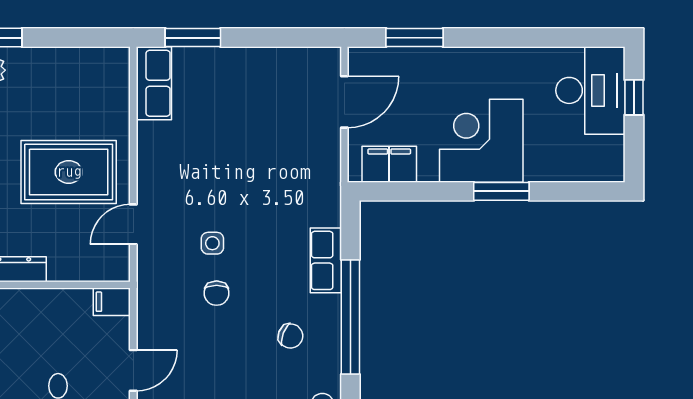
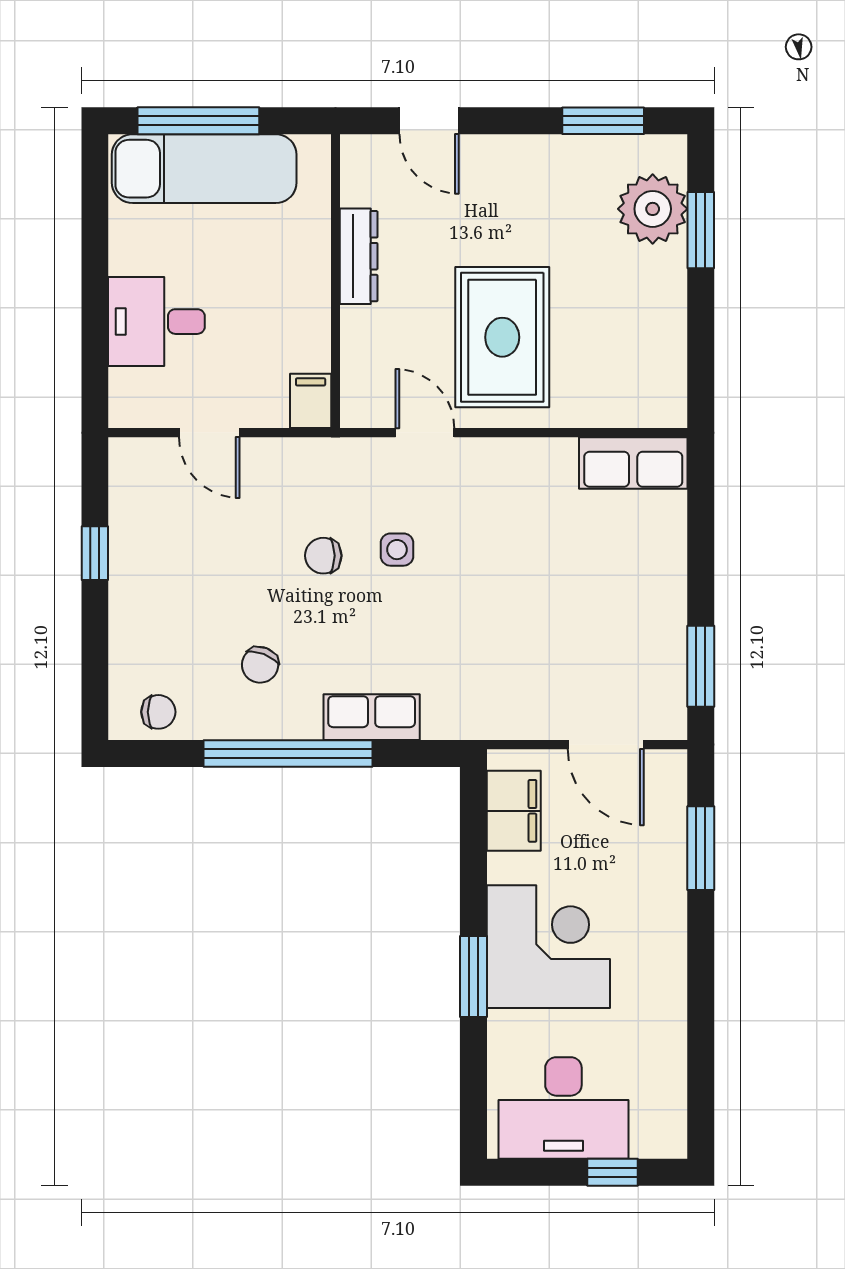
window: (193, 38) -> (701, 666), moved
desk: (590, 90) -> (563, 1108), moved

